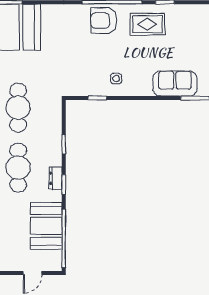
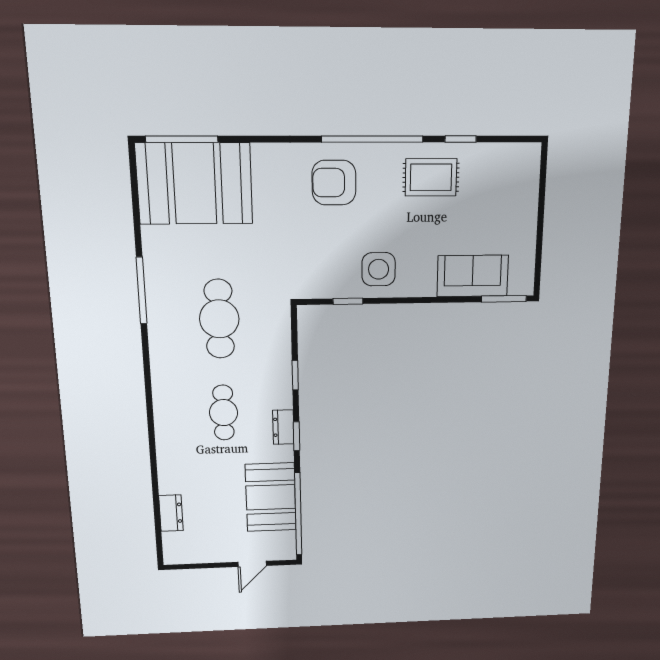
armchair: (104, 21) -> (334, 183), moved
side table: (116, 79) -> (379, 269), width x1.87, depth x1.87
cafe table: (18, 168) -> (224, 413), width x0.73, depth x0.74

